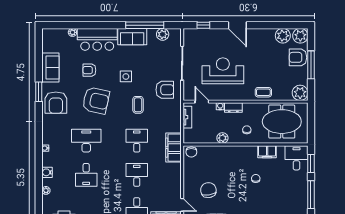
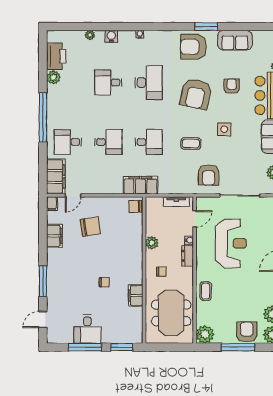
desk: (296, 158) -> (87, 329), moved, turned 90

